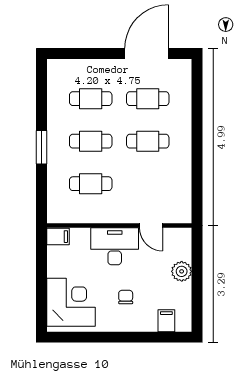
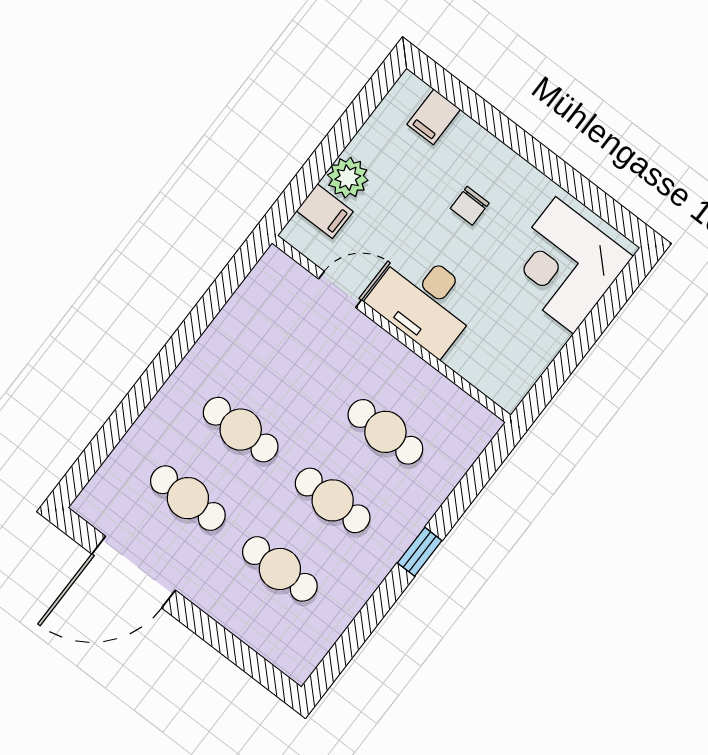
window: (41, 147) -> (420, 552), width x0.67
door: (151, 226) -> (340, 289), hinge flipped
filing cabinet: (58, 237) -> (325, 211), moved, turned 180

